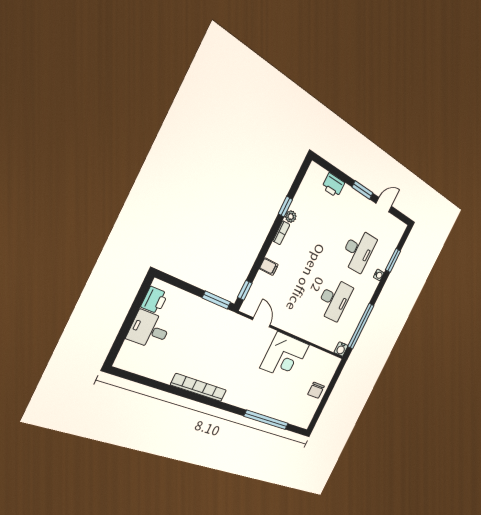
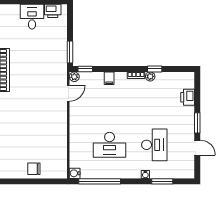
desk: (358, 250) -> (154, 145), turned -90
plant: (247, 307) -> (74, 77), added
corner desk: (285, 356) -> (51, 126), removed

